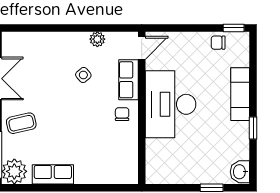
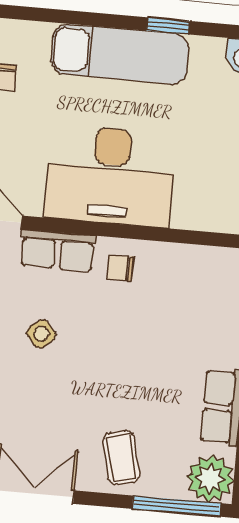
exam couch: (240, 94) -> (120, 54), width x1.36, depth x1.45

